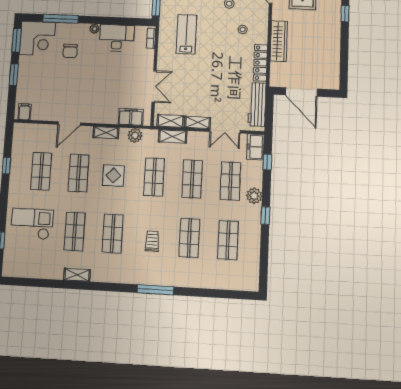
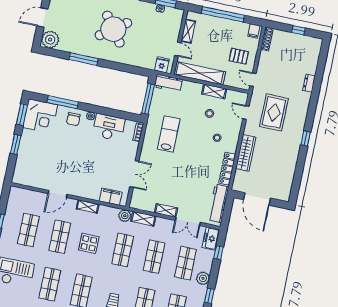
chair: (70, 51) -> (73, 119), moved
filing cabinet: (25, 112) -> (21, 178), removed
shelving: (171, 121) -> (144, 205), removed
plant: (135, 136) -> (125, 216), moved

